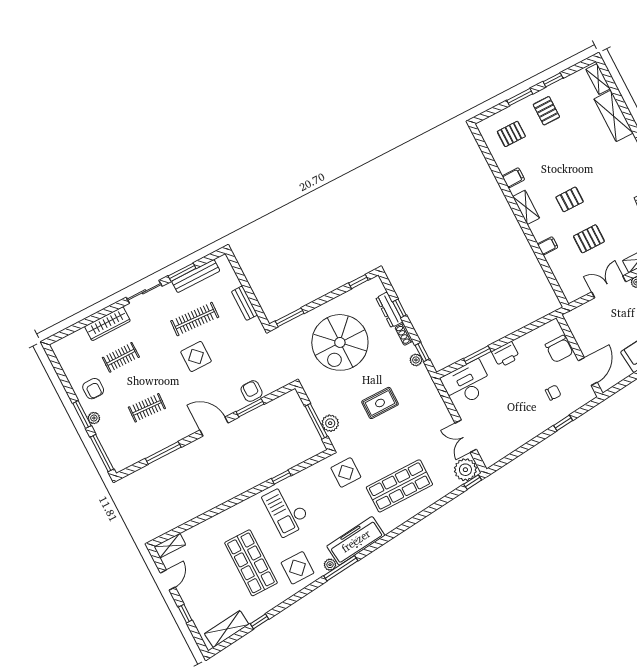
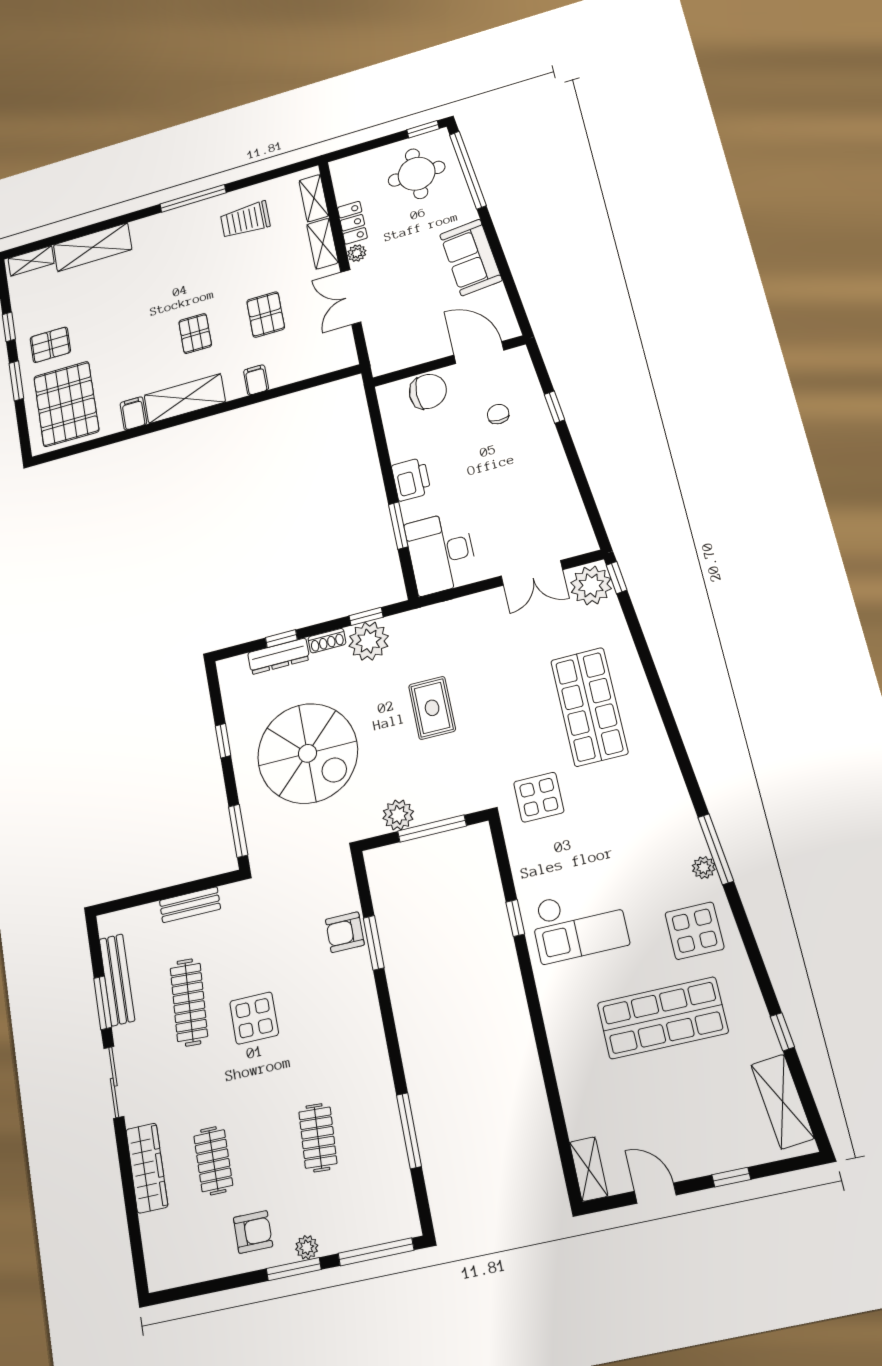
pallet: (511, 134) -> (66, 404), width x2.05, depth x2.00
shelving: (526, 207) -> (185, 399), width x1.50, depth x1.33
window: (358, 282) -> (223, 741), moved
plant: (416, 360) -> (369, 641), width x1.87, depth x1.87
plant: (330, 423) -> (398, 815), moved
door: (214, 426) -> (388, 1019), removed
freezer: (356, 541) -> (670, 809), removed

